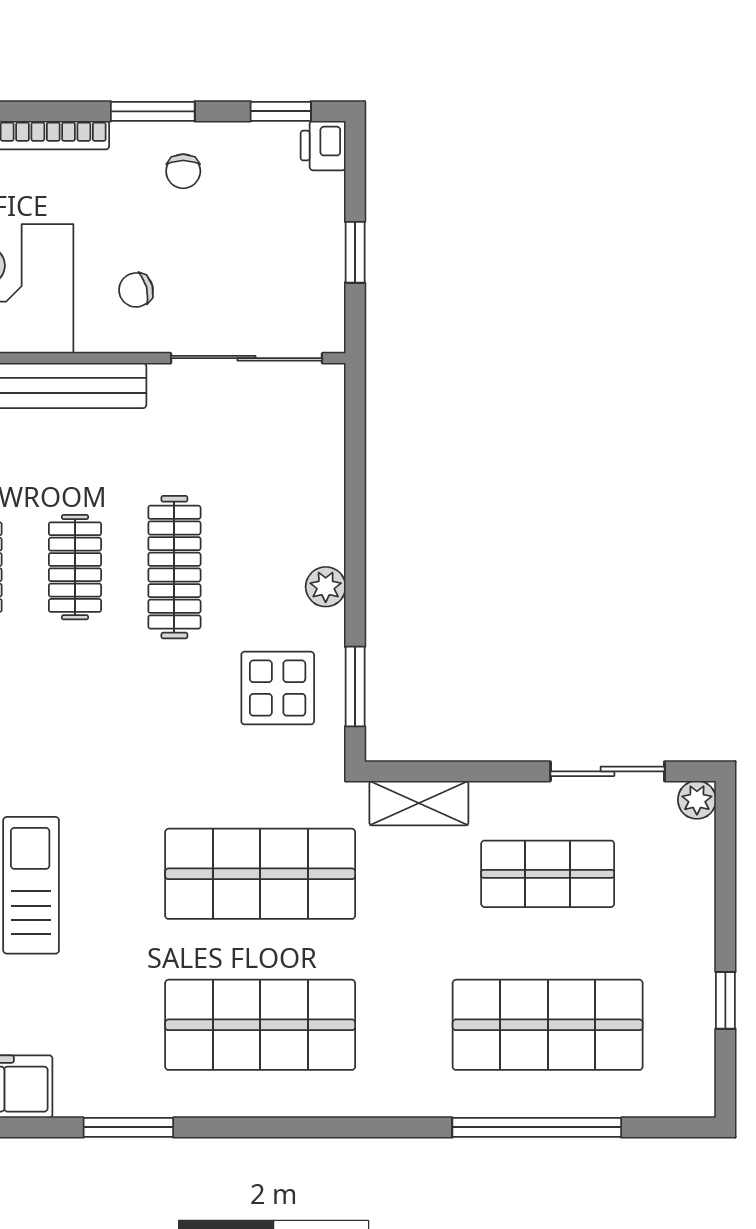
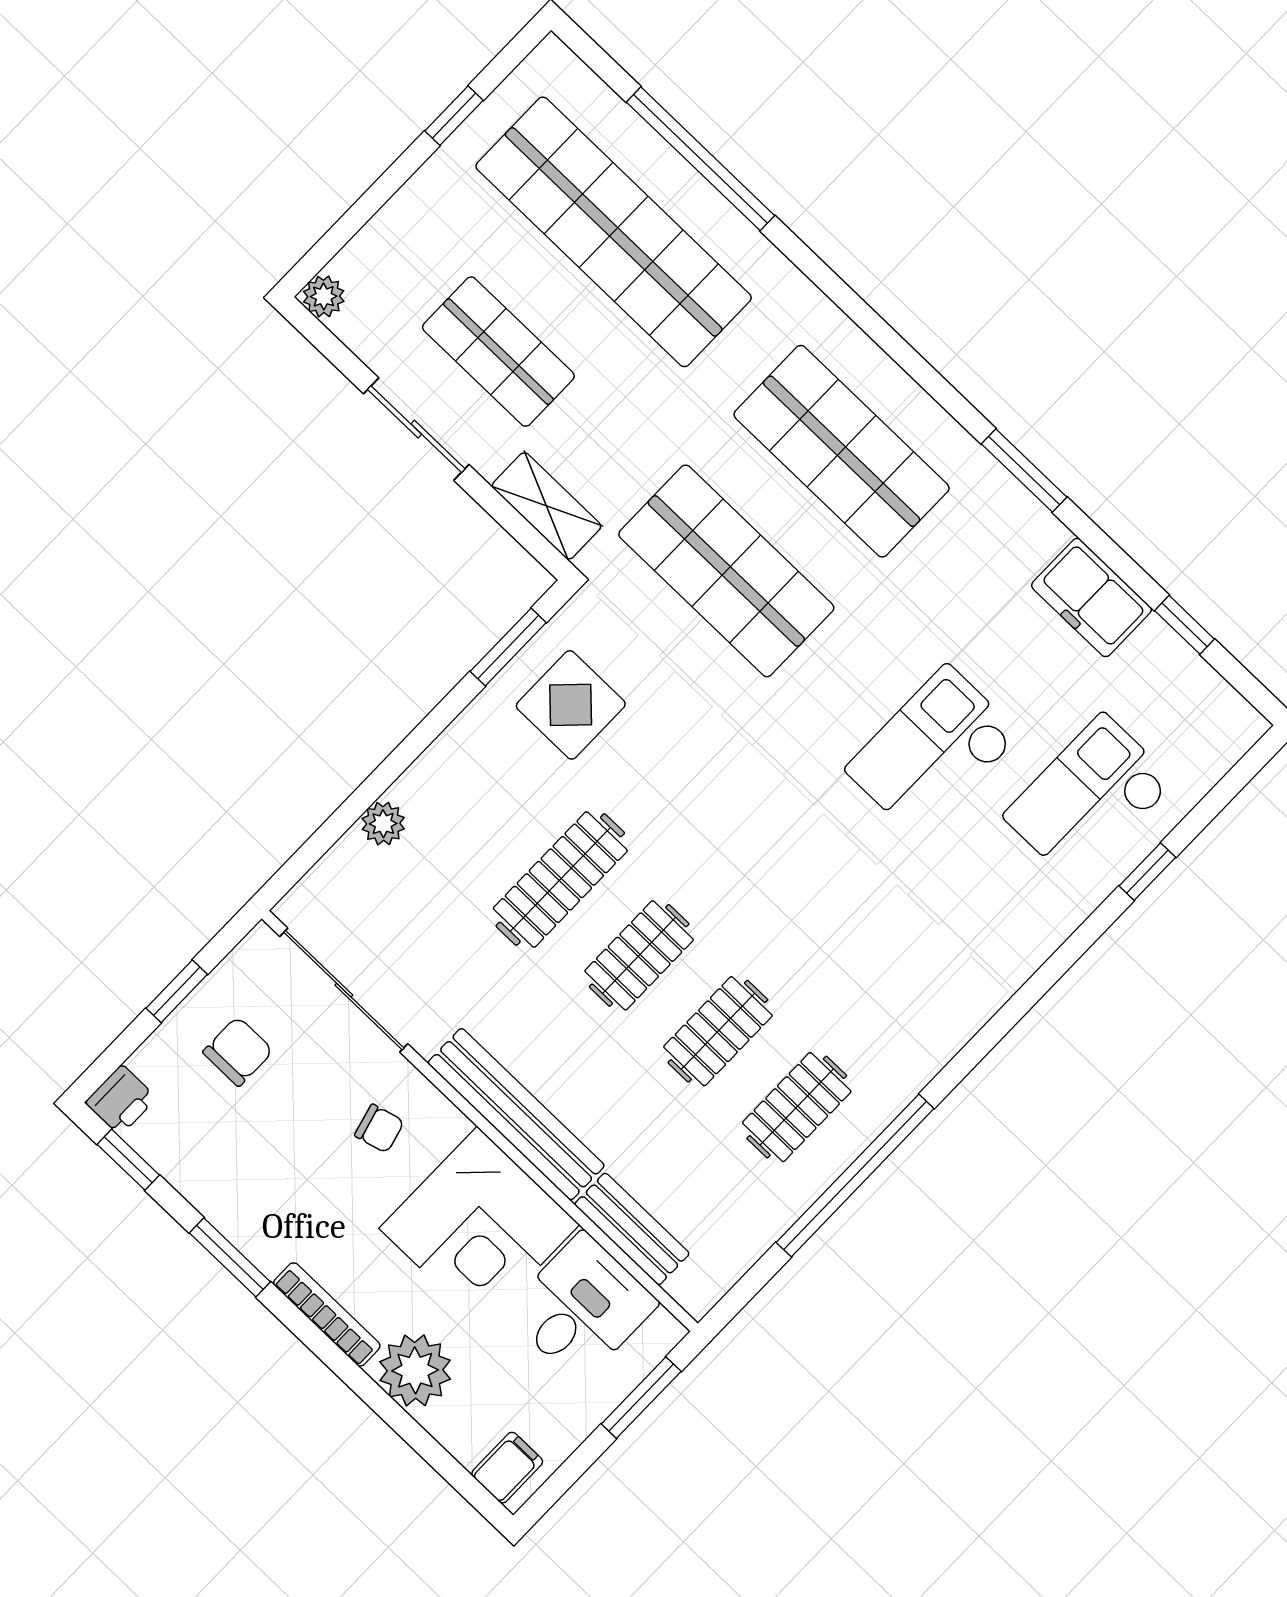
chair: (183, 171) -> (238, 1051), moved, width x1.37, depth x1.37
plant: (326, 587) -> (383, 824), moved
sliding door: (607, 771) -> (416, 429), moved
shop shelf: (548, 1025) -> (614, 232), width x1.40

